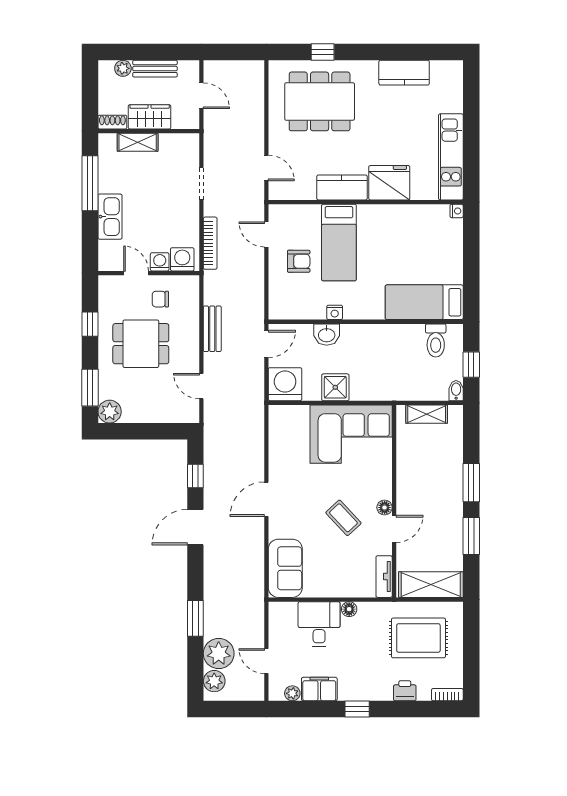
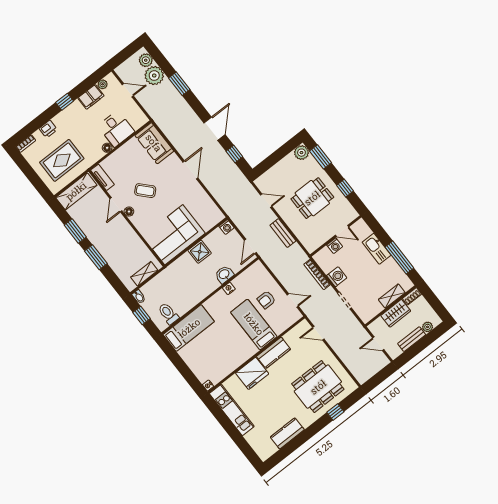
washing machine: (182, 259) -> (337, 277), moved, turned -90
chair: (160, 299) -> (320, 228), removed
washing machine: (285, 384) -> (226, 227), width x0.53, depth x0.53

